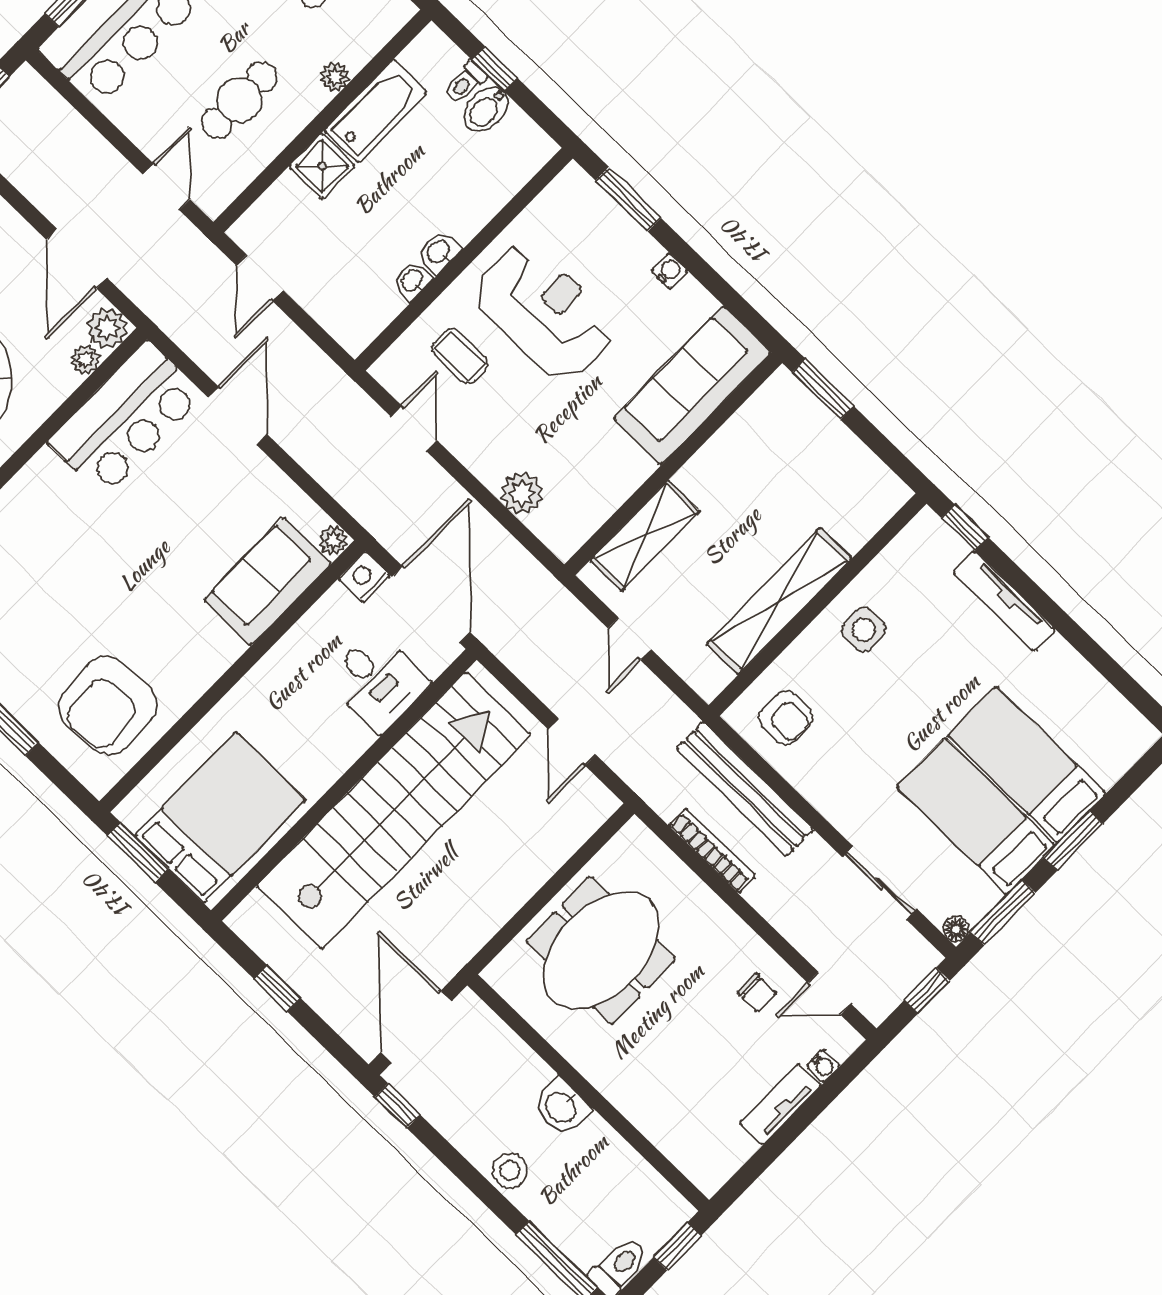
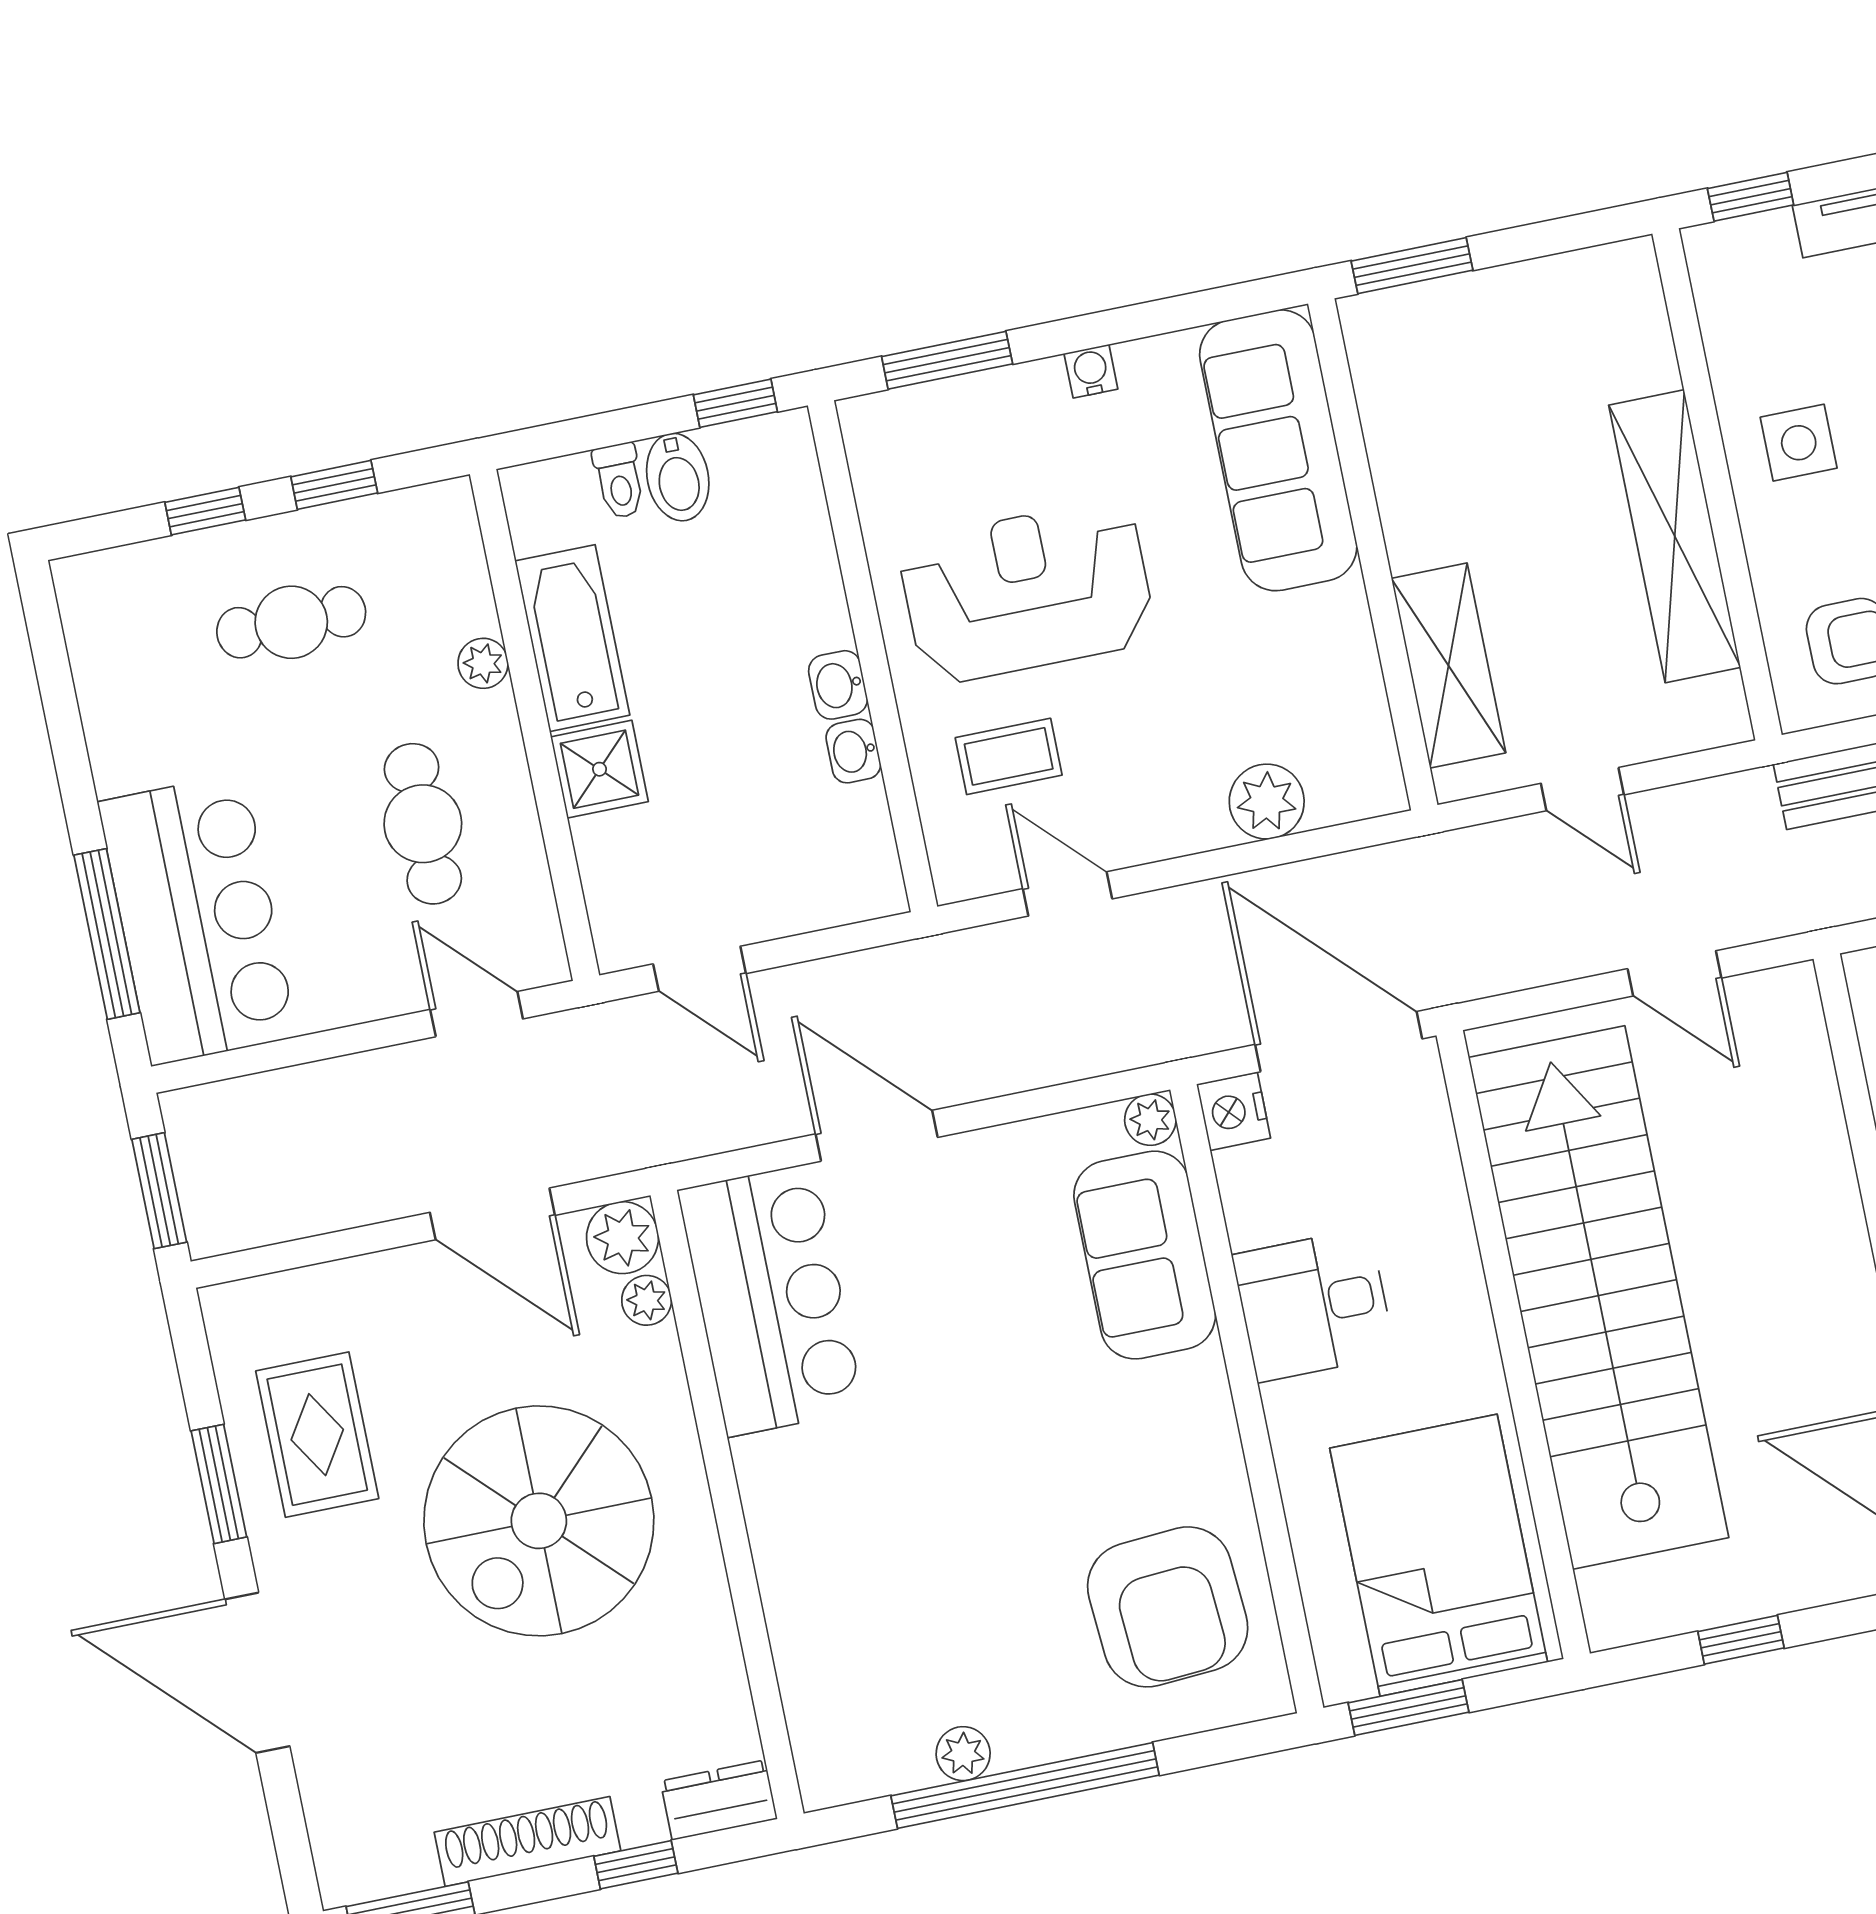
window: (495, 69) -> (735, 403), moved
desk: (378, 681) -> (1314, 1305), moved, turned 180

